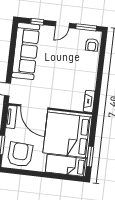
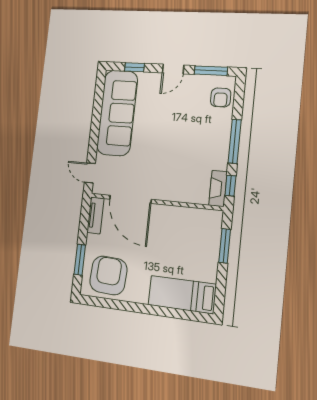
window: (100, 73) -> (235, 141), added
window: (97, 100) -> (230, 186), added
bed: (67, 135) -> (183, 244), removed
window: (90, 157) -> (225, 246), moved

